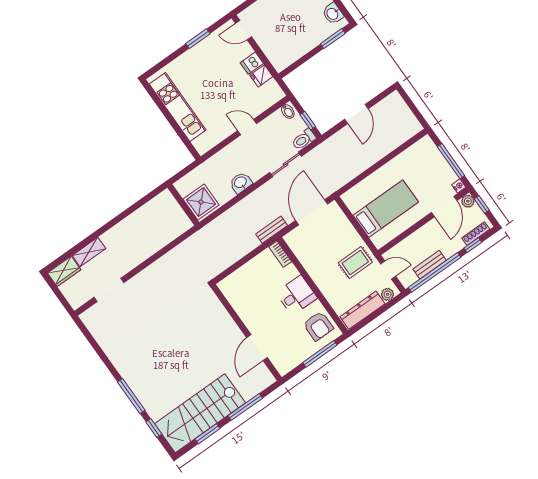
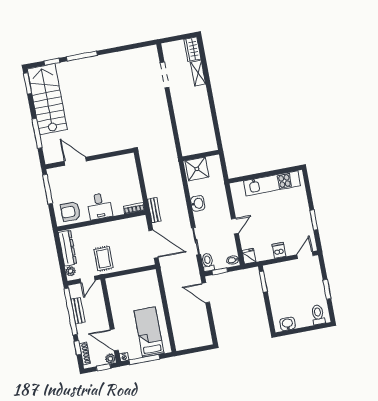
window: (333, 39) -> (263, 282), moved
fridge: (261, 76) -> (249, 256), moved
door: (356, 114) -> (206, 293), moved
bed: (386, 209) -> (149, 332), moved, turned 180
window: (320, 354) -> (48, 189), moved
window: (207, 434) -> (28, 83), moved

